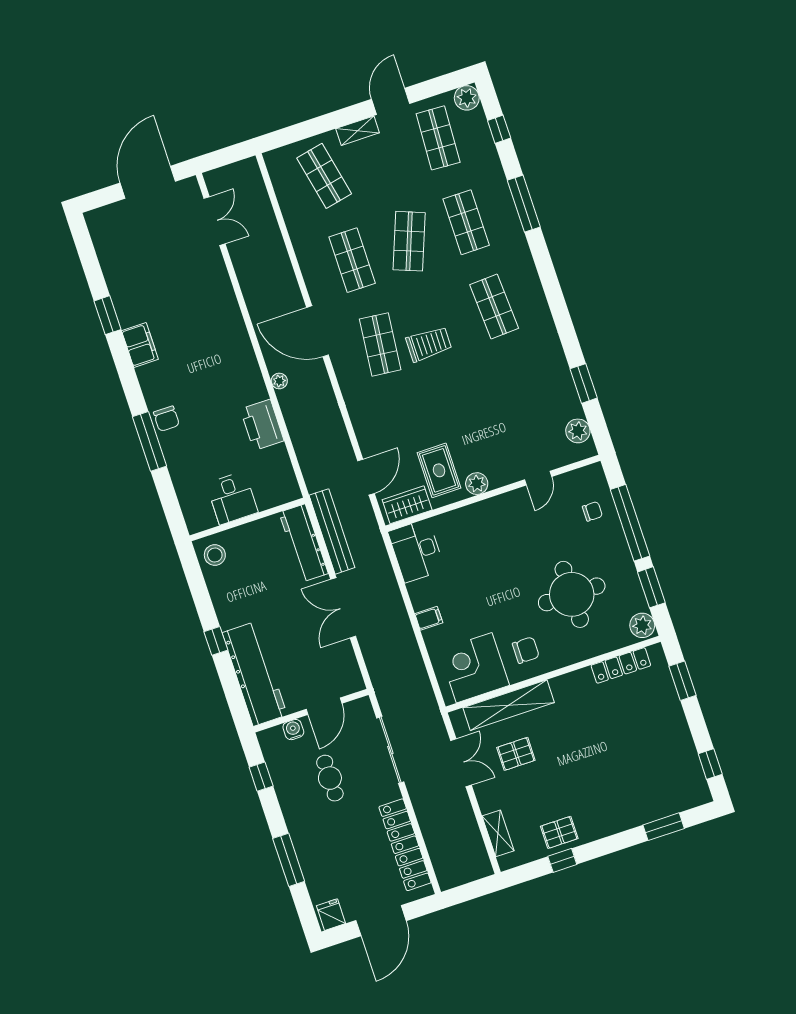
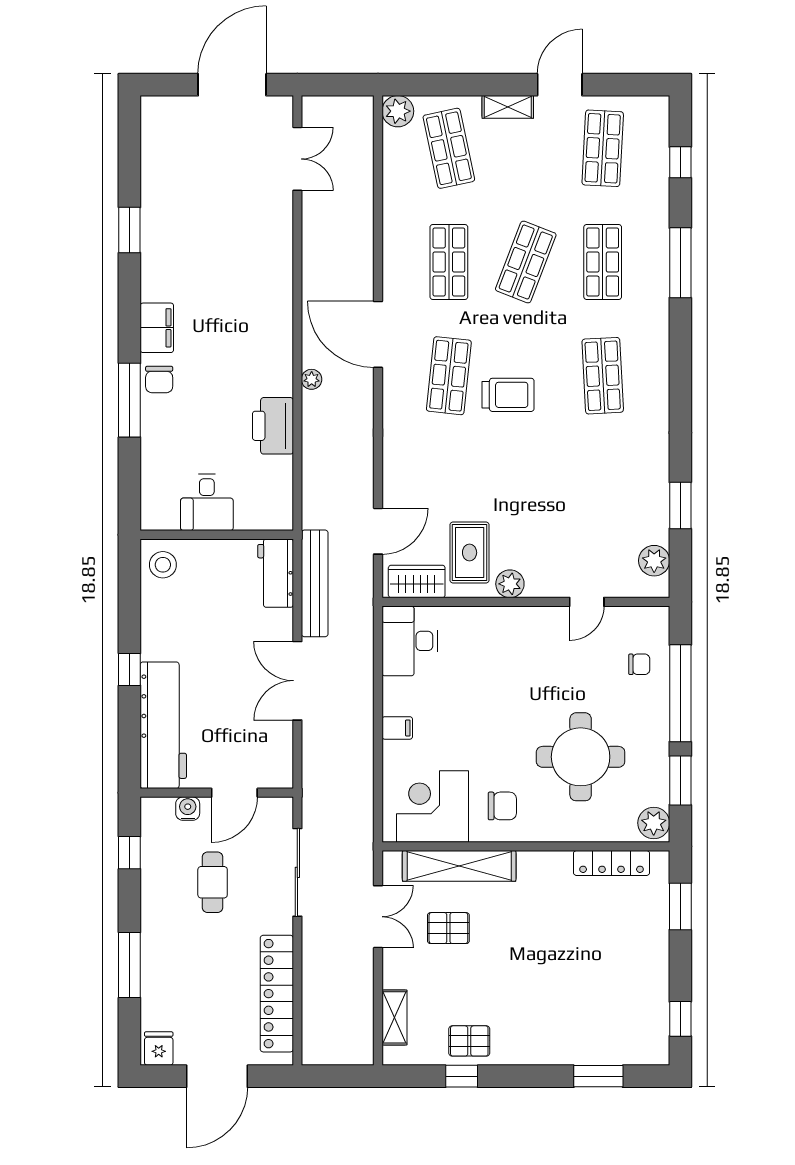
plant: (467, 98) -> (398, 111), moved
filing cabinet: (140, 345) -> (157, 328), moved
workbench: (304, 543) -> (276, 573), width x0.73

